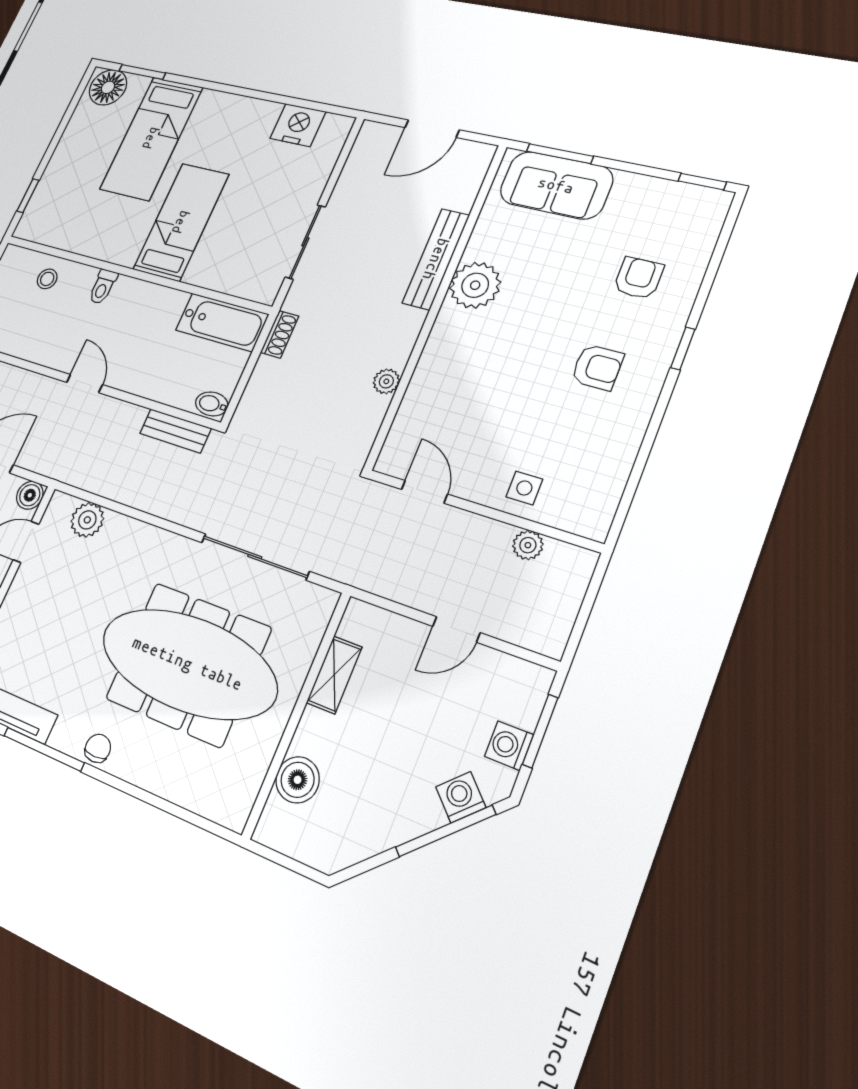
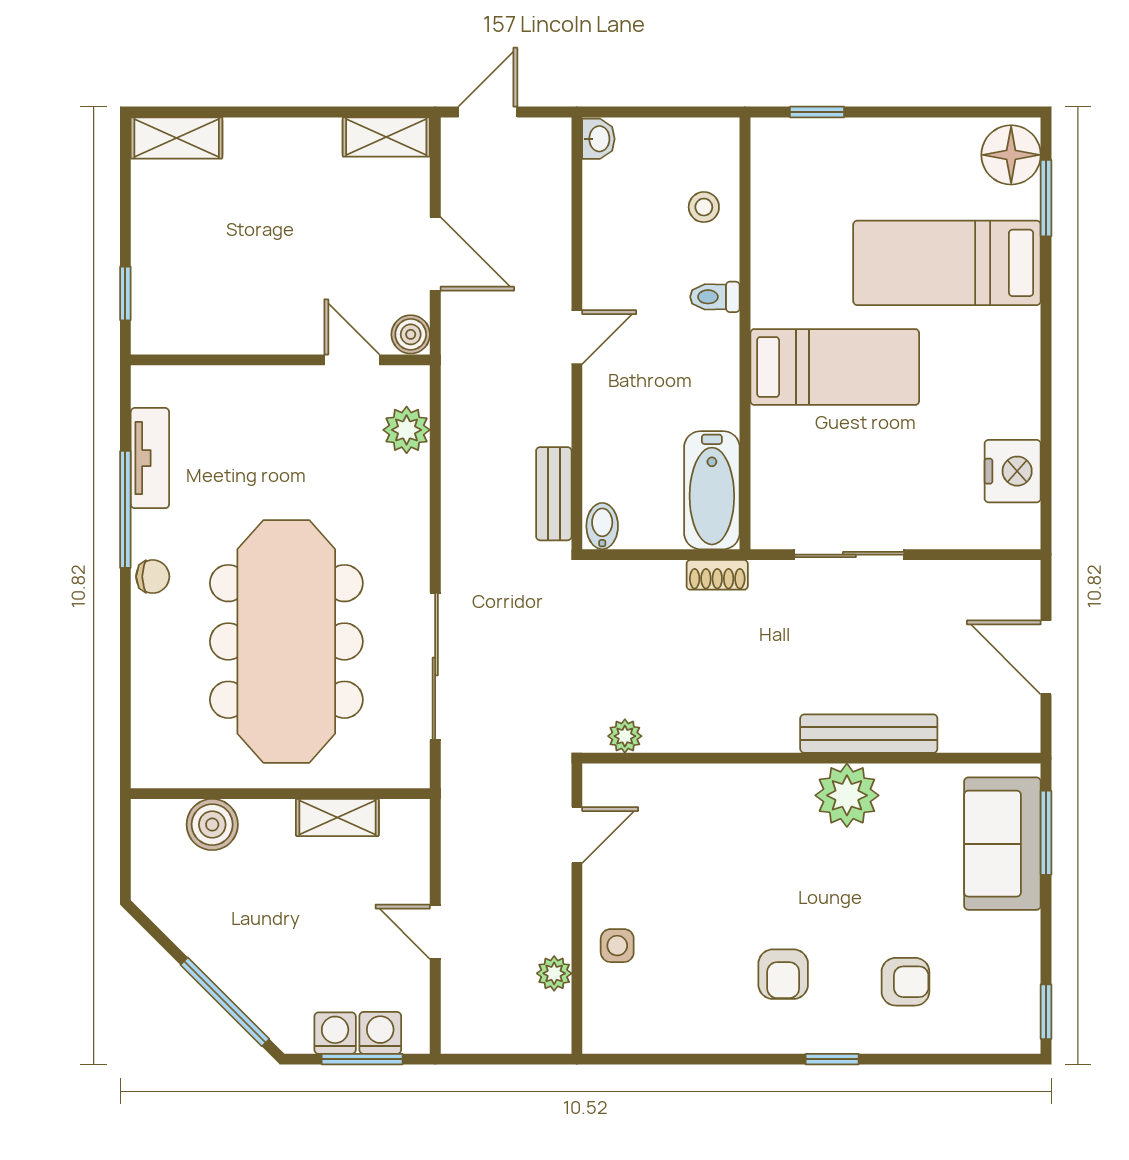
plant: (386, 381) -> (625, 736), moved
washing machine: (461, 797) -> (380, 1033), moved, turned -45

